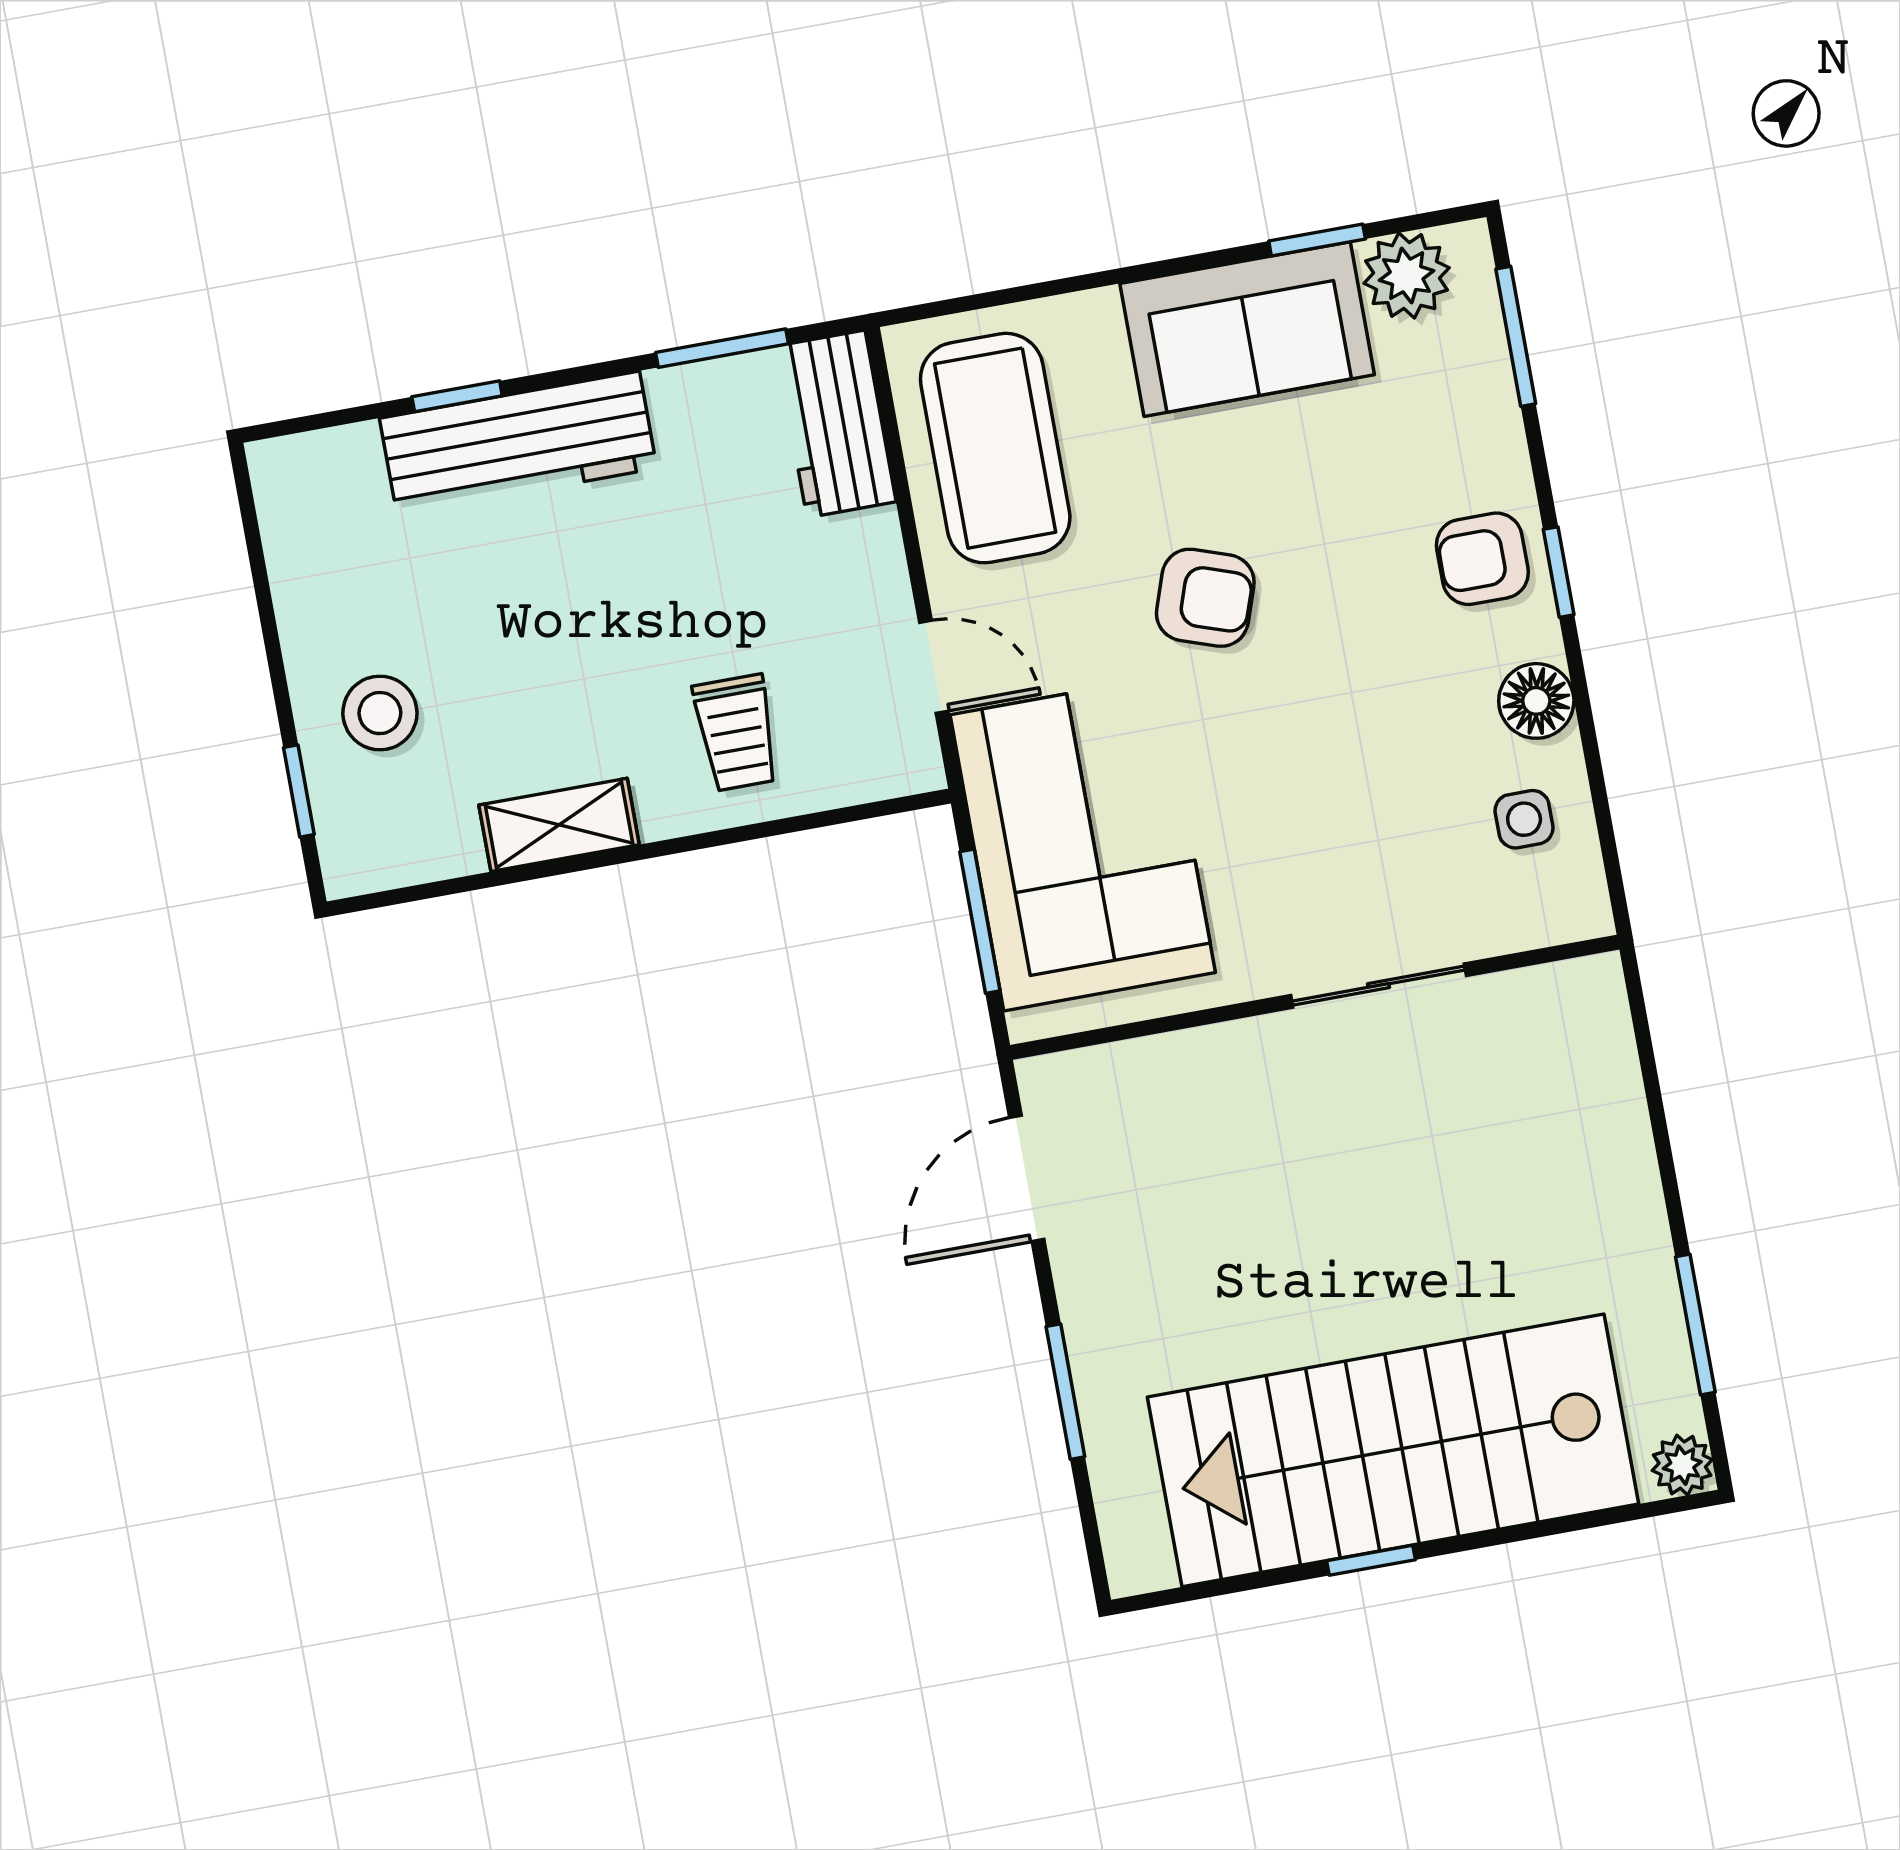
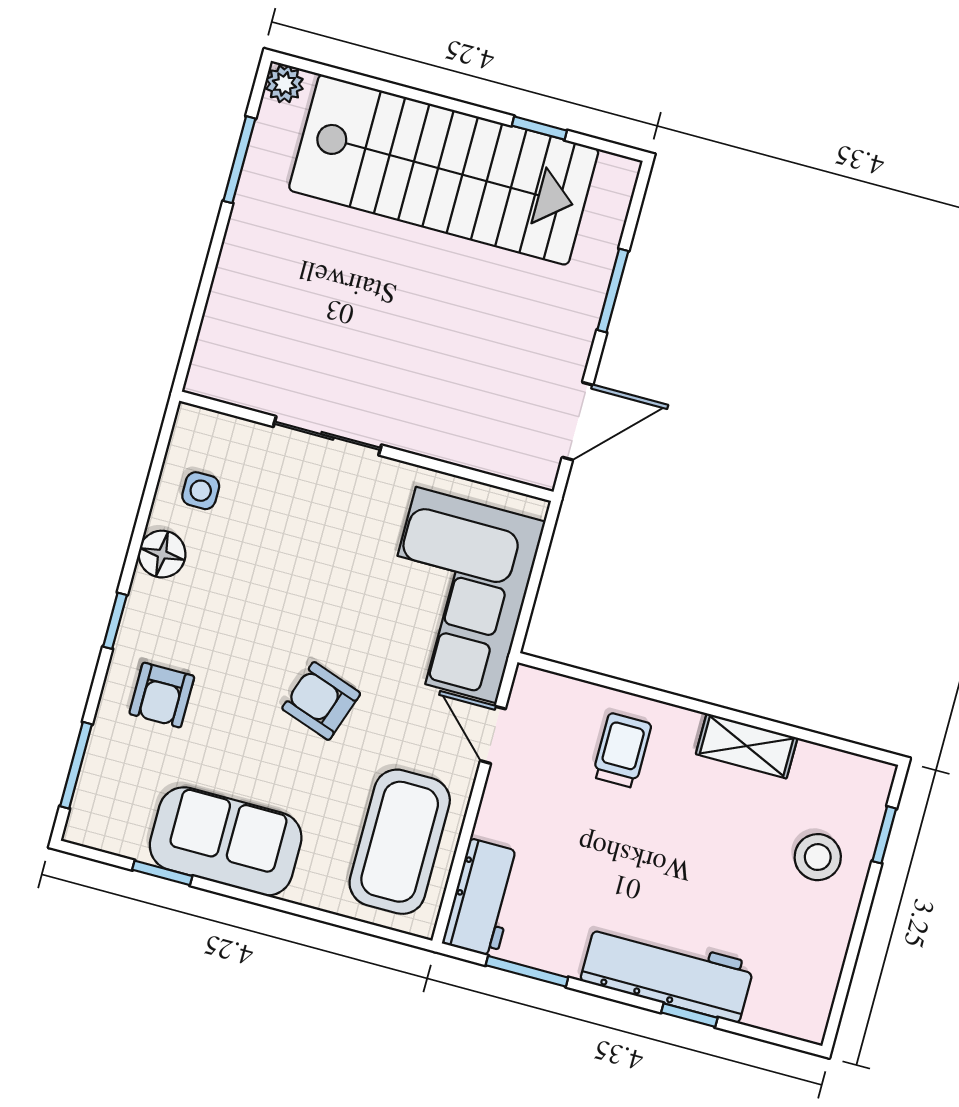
plant: (1407, 276) -> (121, 829), removed
armchair: (1482, 559) -> (162, 695), moved, turned 90
window: (980, 921) -> (535, 579), removed
window: (1371, 1560) -> (539, 128), moved

